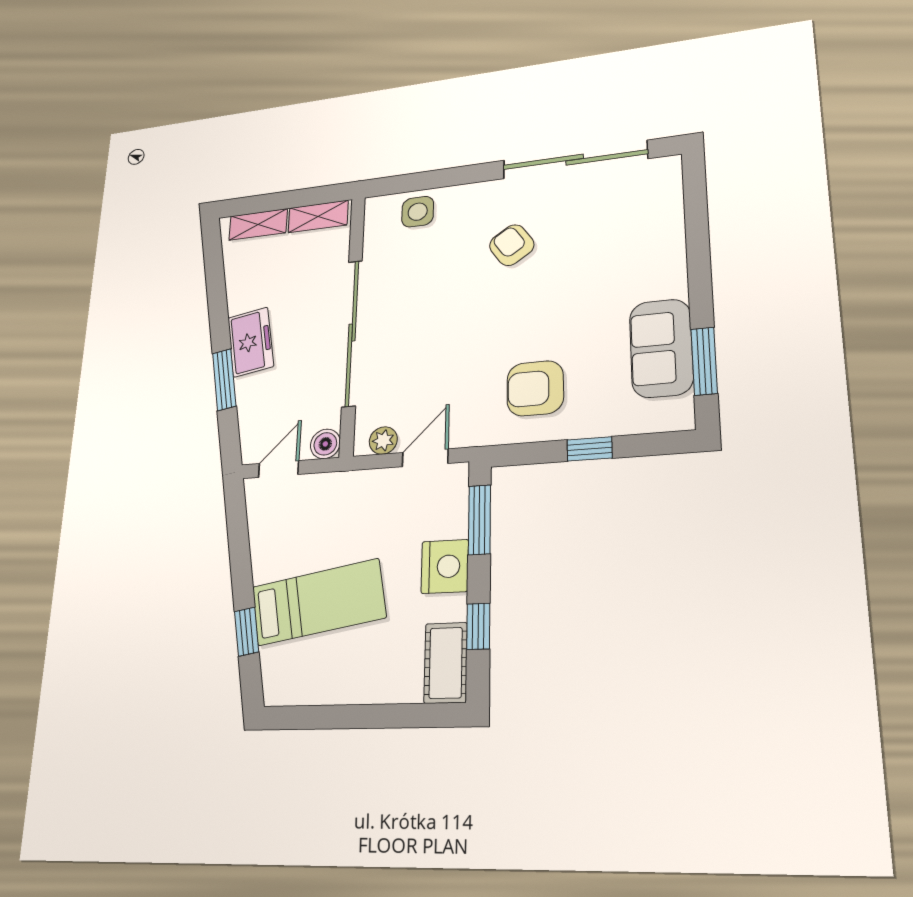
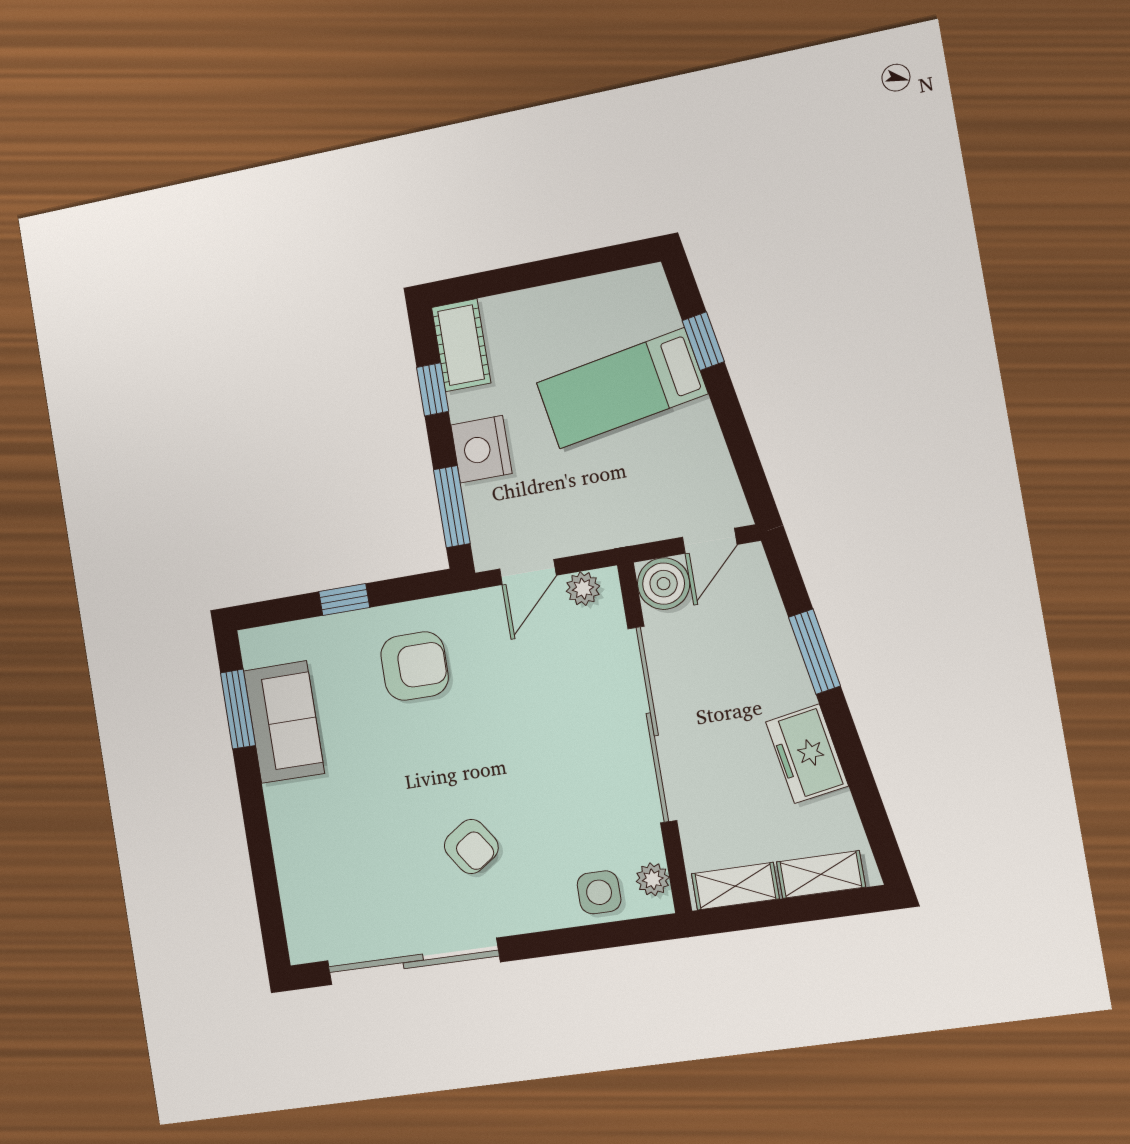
plant: (376, 221) -> (653, 879), added
freezer: (251, 342) -> (807, 754), moved
boiler: (325, 444) -> (664, 584), width x1.36, depth x1.36

